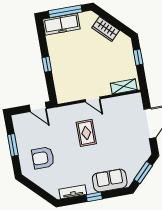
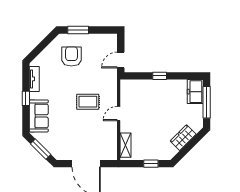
freezer: (61, 24) -> (195, 92), width x0.71
window: (13, 145) -> (78, 30), moved

